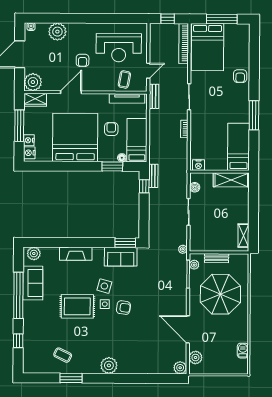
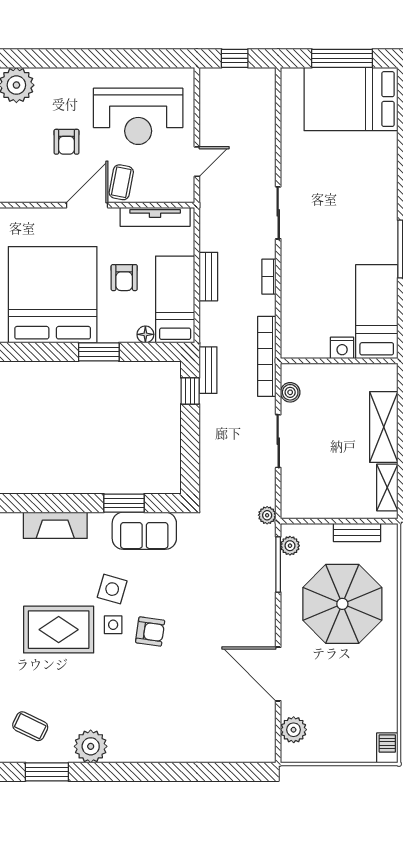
bookcase: (184, 44) -> (267, 356), moved
bed: (207, 47) -> (351, 99), moved, turned 90
armchair: (240, 76) -> (379, 171), removed
coffee table: (124, 79) -> (121, 182), moved
door: (71, 92) -> (87, 205), moved
bench: (154, 96) -> (208, 277), moved
armchair: (111, 129) -> (124, 278), turned 180
nightstand: (198, 165) -> (342, 348), moved
window: (112, 166) -> (99, 352), moved
shelving: (231, 180) -> (384, 427), moved, turned 90
window: (125, 243) -> (124, 503), moved
bench: (217, 258) -> (357, 532), moved
barbecue: (243, 351) -> (387, 748), moved
plant: (109, 365) -> (91, 746), moved
plant: (180, 368) -> (263, 750), removed

